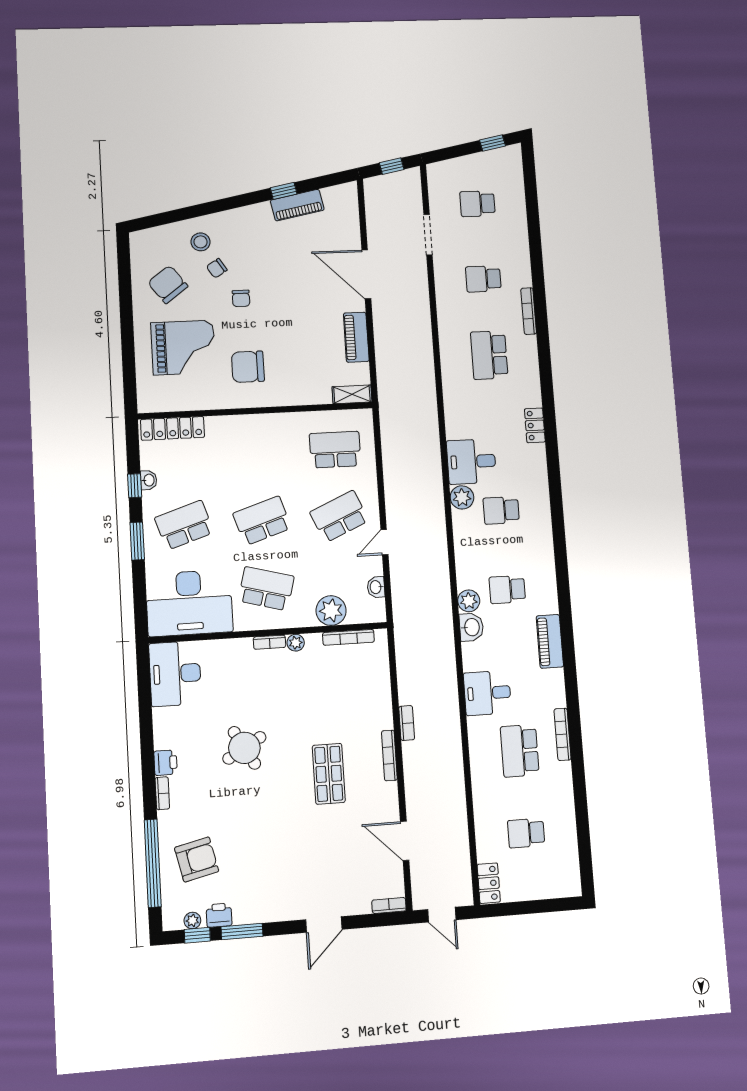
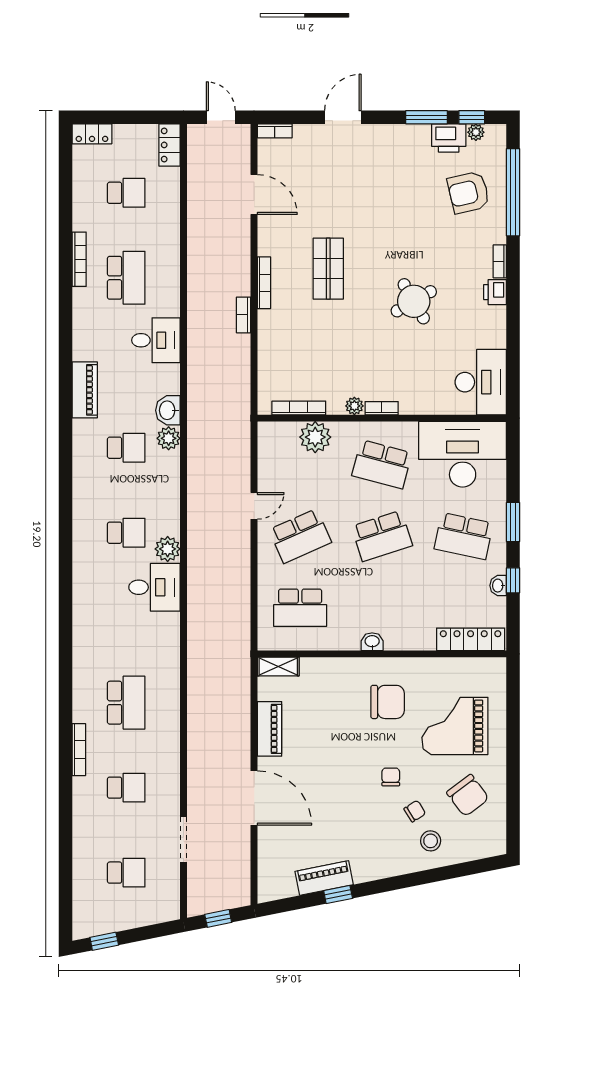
locker: (535, 425) -> (92, 134), moved, turned 90
school desk: (184, 525) -> (464, 536), turned 30
washbasin: (376, 587) -> (372, 642), moved, turned -90
bookcase: (563, 734) -> (79, 259), moved
printer: (219, 915) -> (449, 138), width x1.36, depth x1.24

